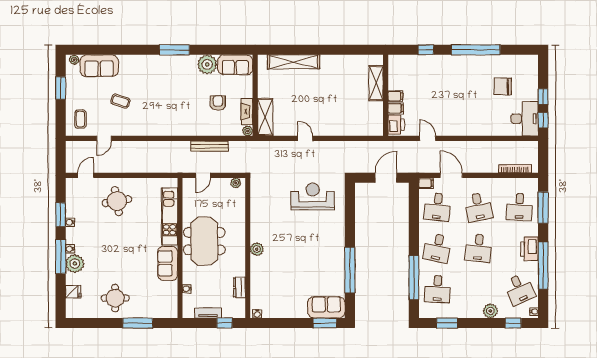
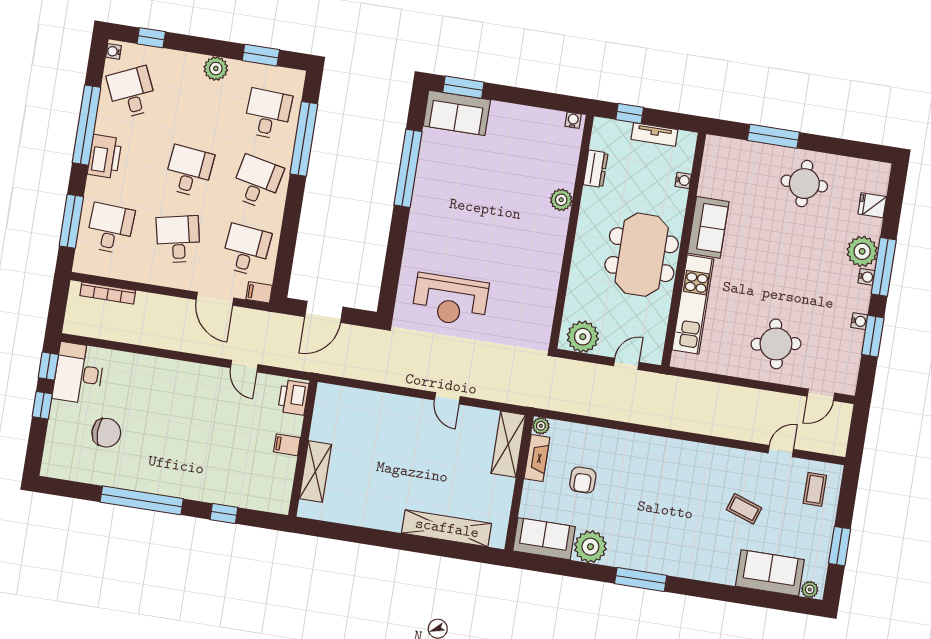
filing cabinet: (396, 108) -> (290, 425), removed
bench: (210, 146) -> (608, 411), removed
plant: (236, 183) -> (583, 337), width x1.87, depth x1.87
plant: (257, 249) -> (561, 200), moved
plant: (490, 311) -> (216, 69), moved

